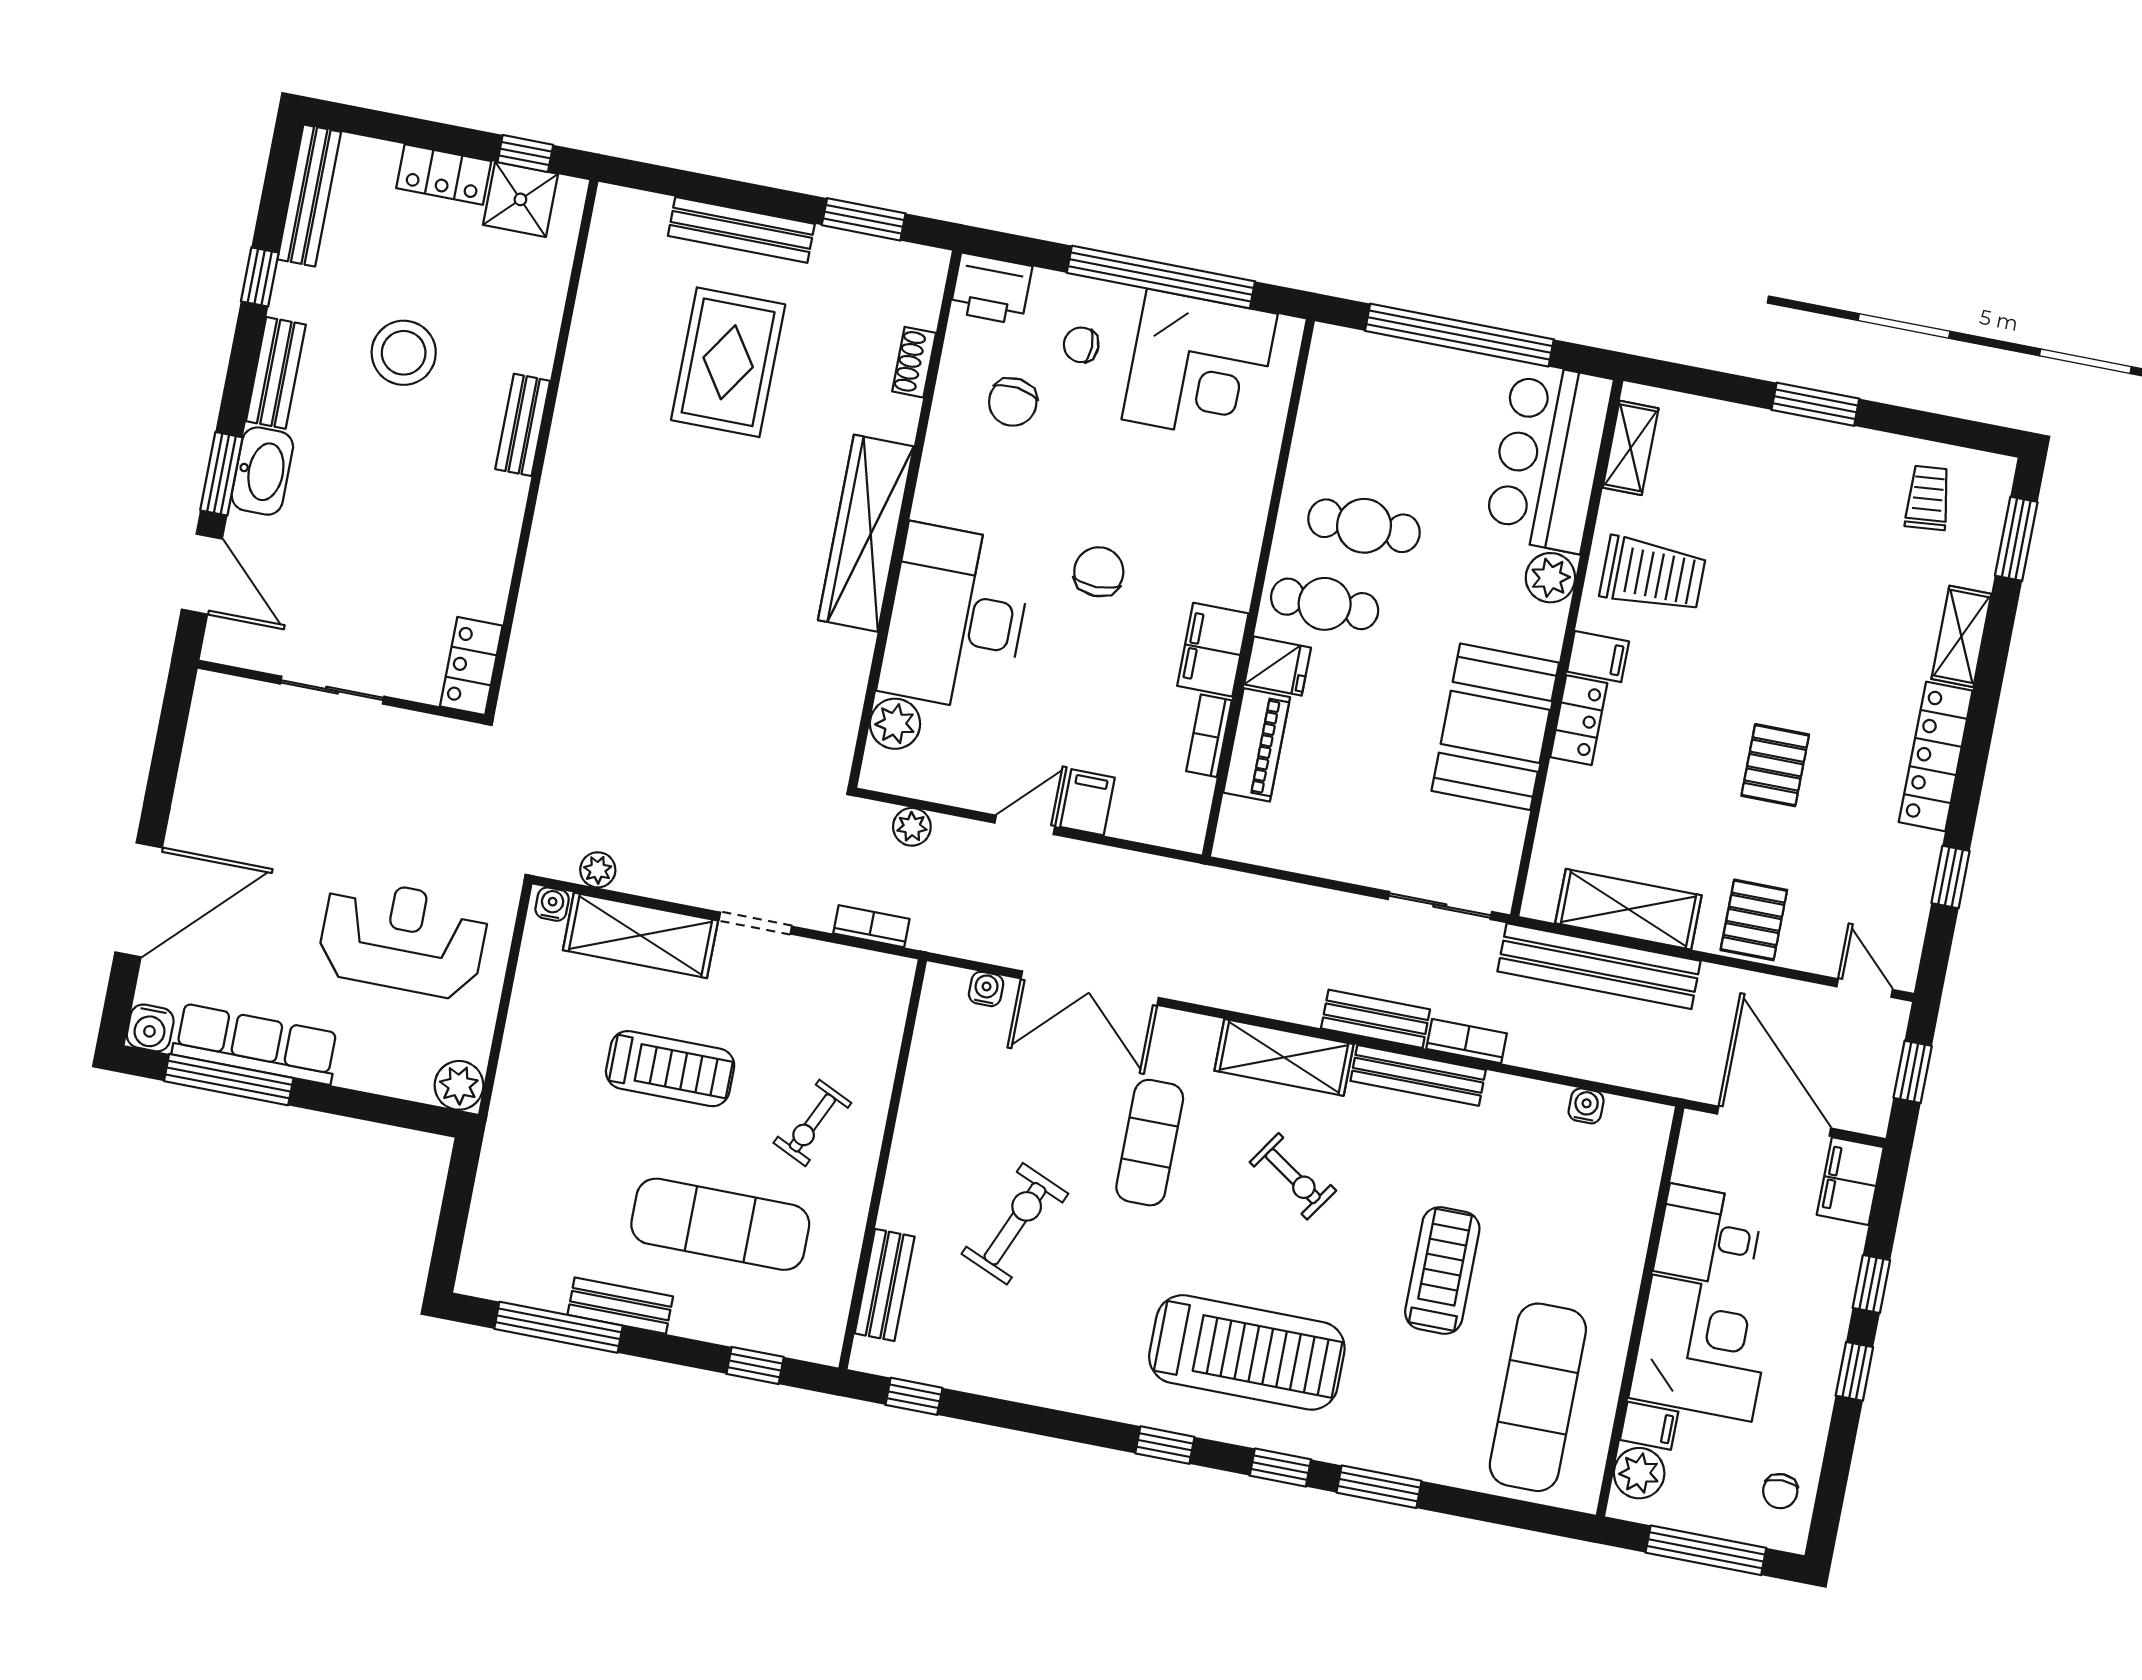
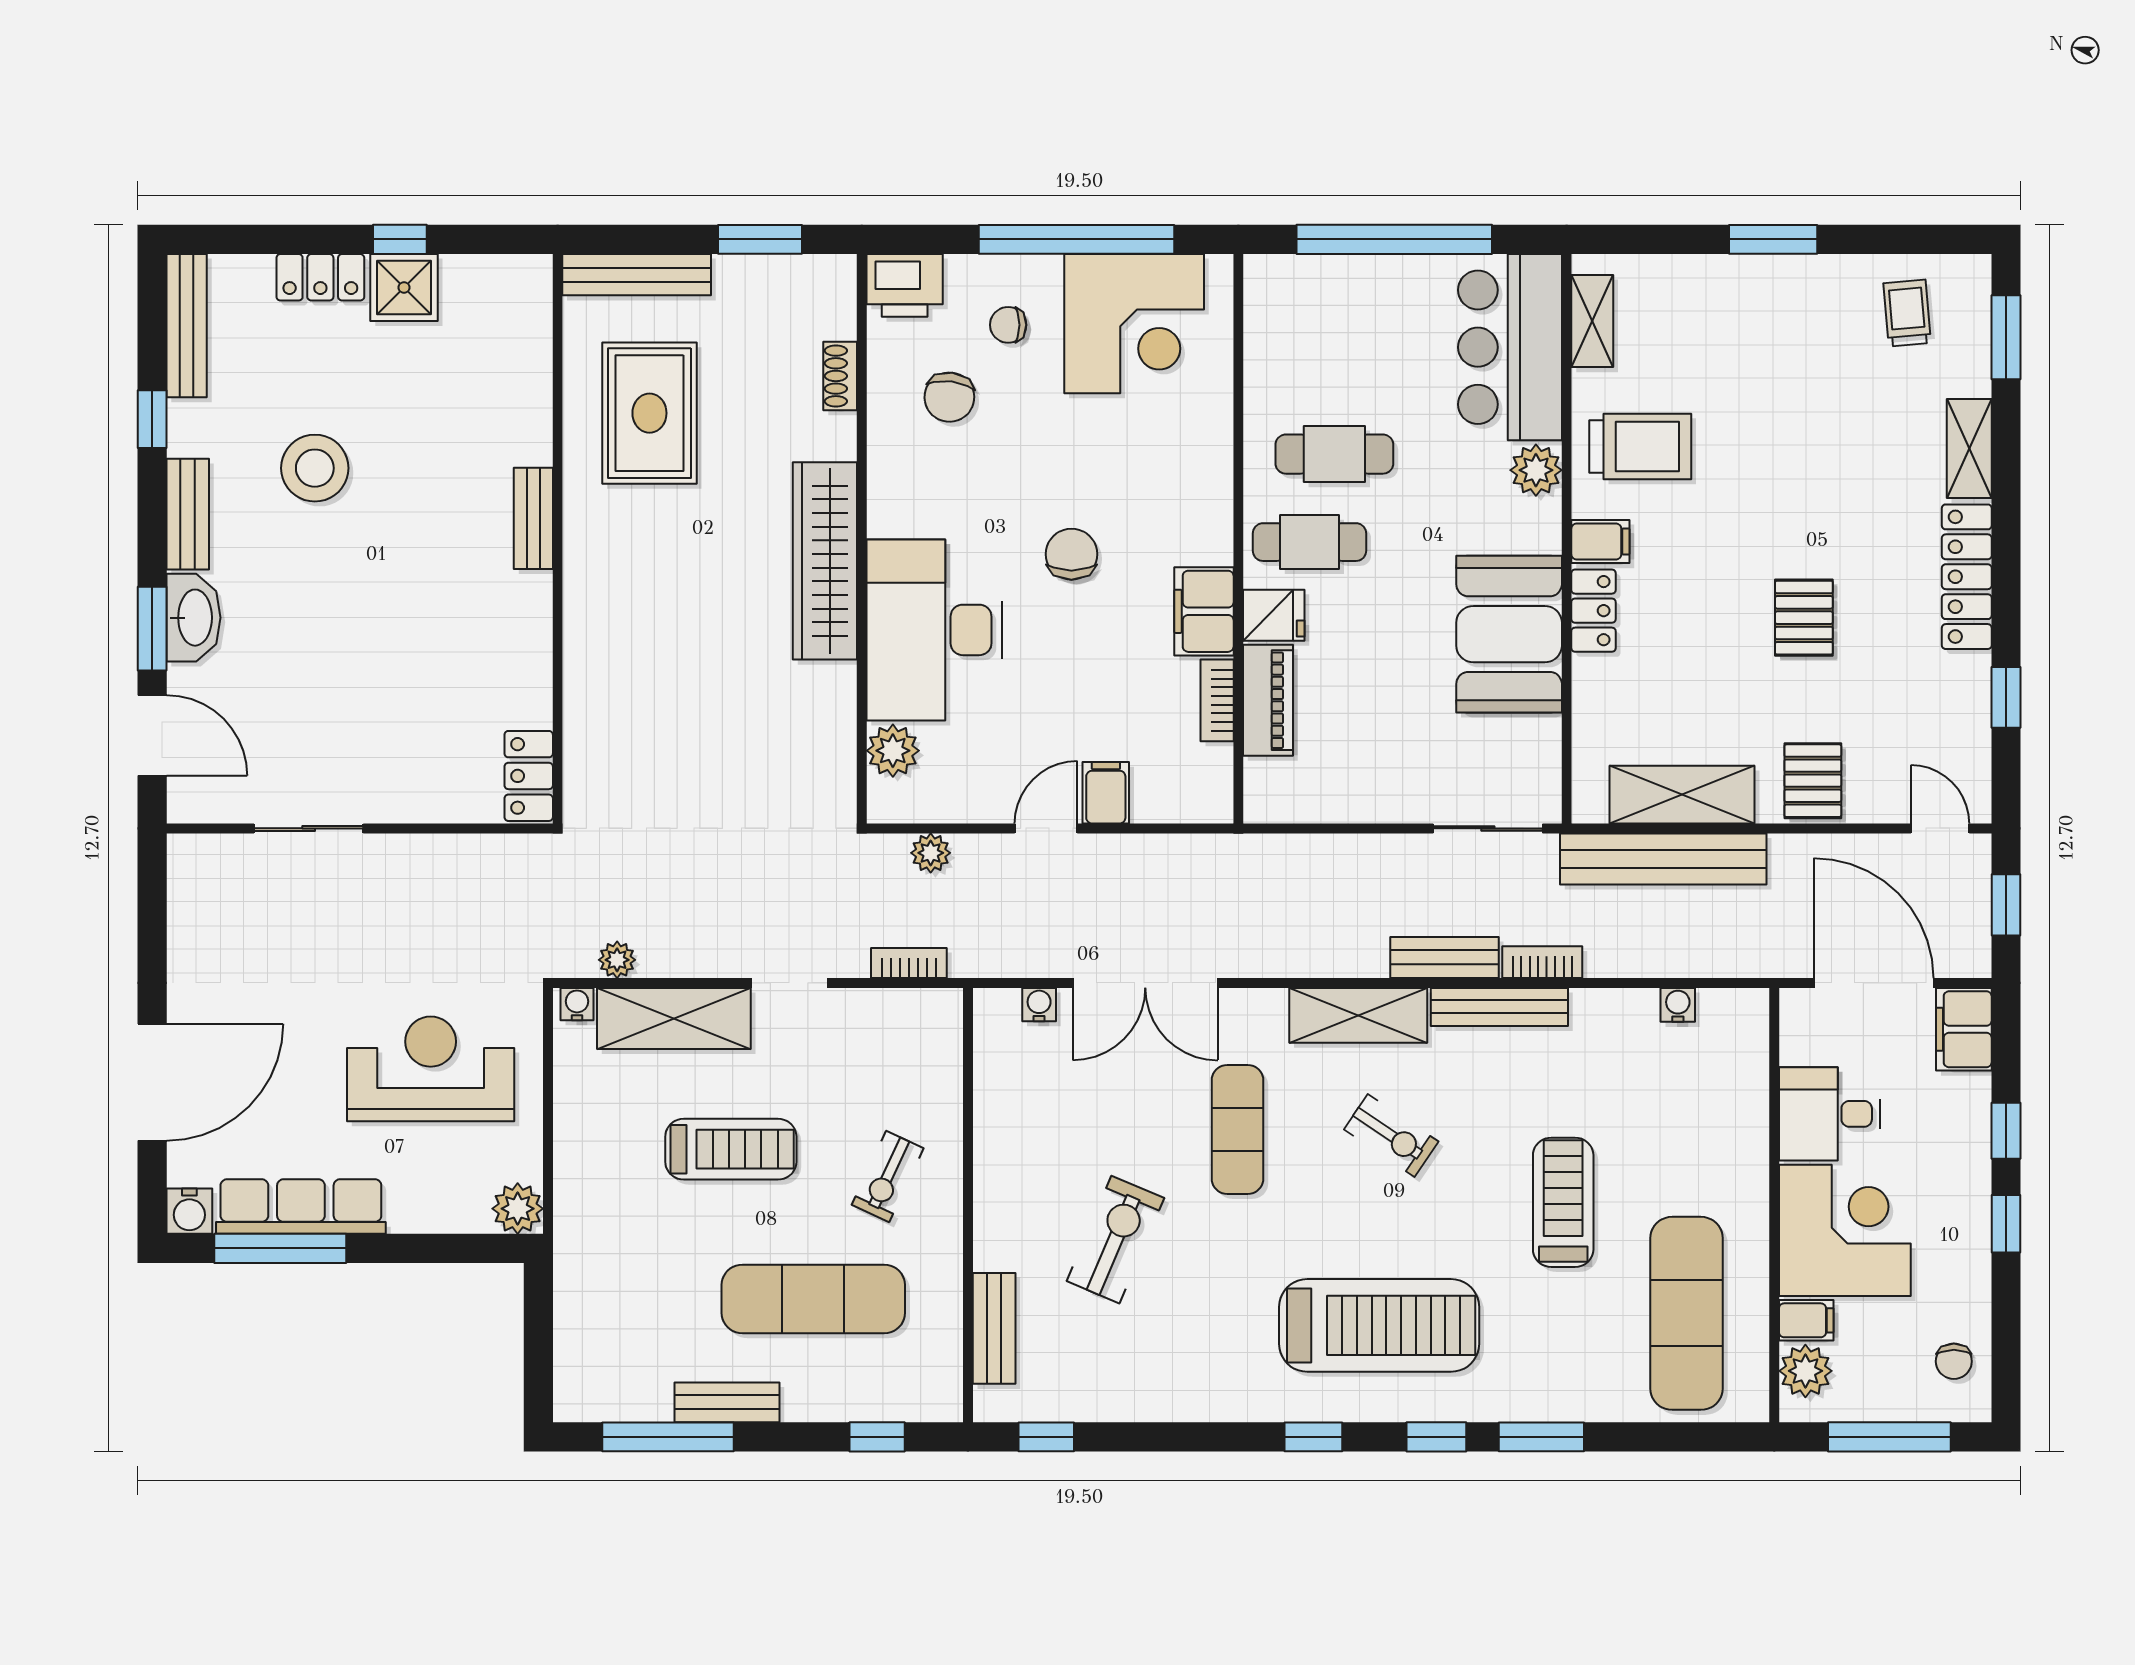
bench: (523, 425) -> (533, 518), moved
wall: (542, 449) -> (558, 539), moved
locker: (471, 666) -> (529, 776), moved

